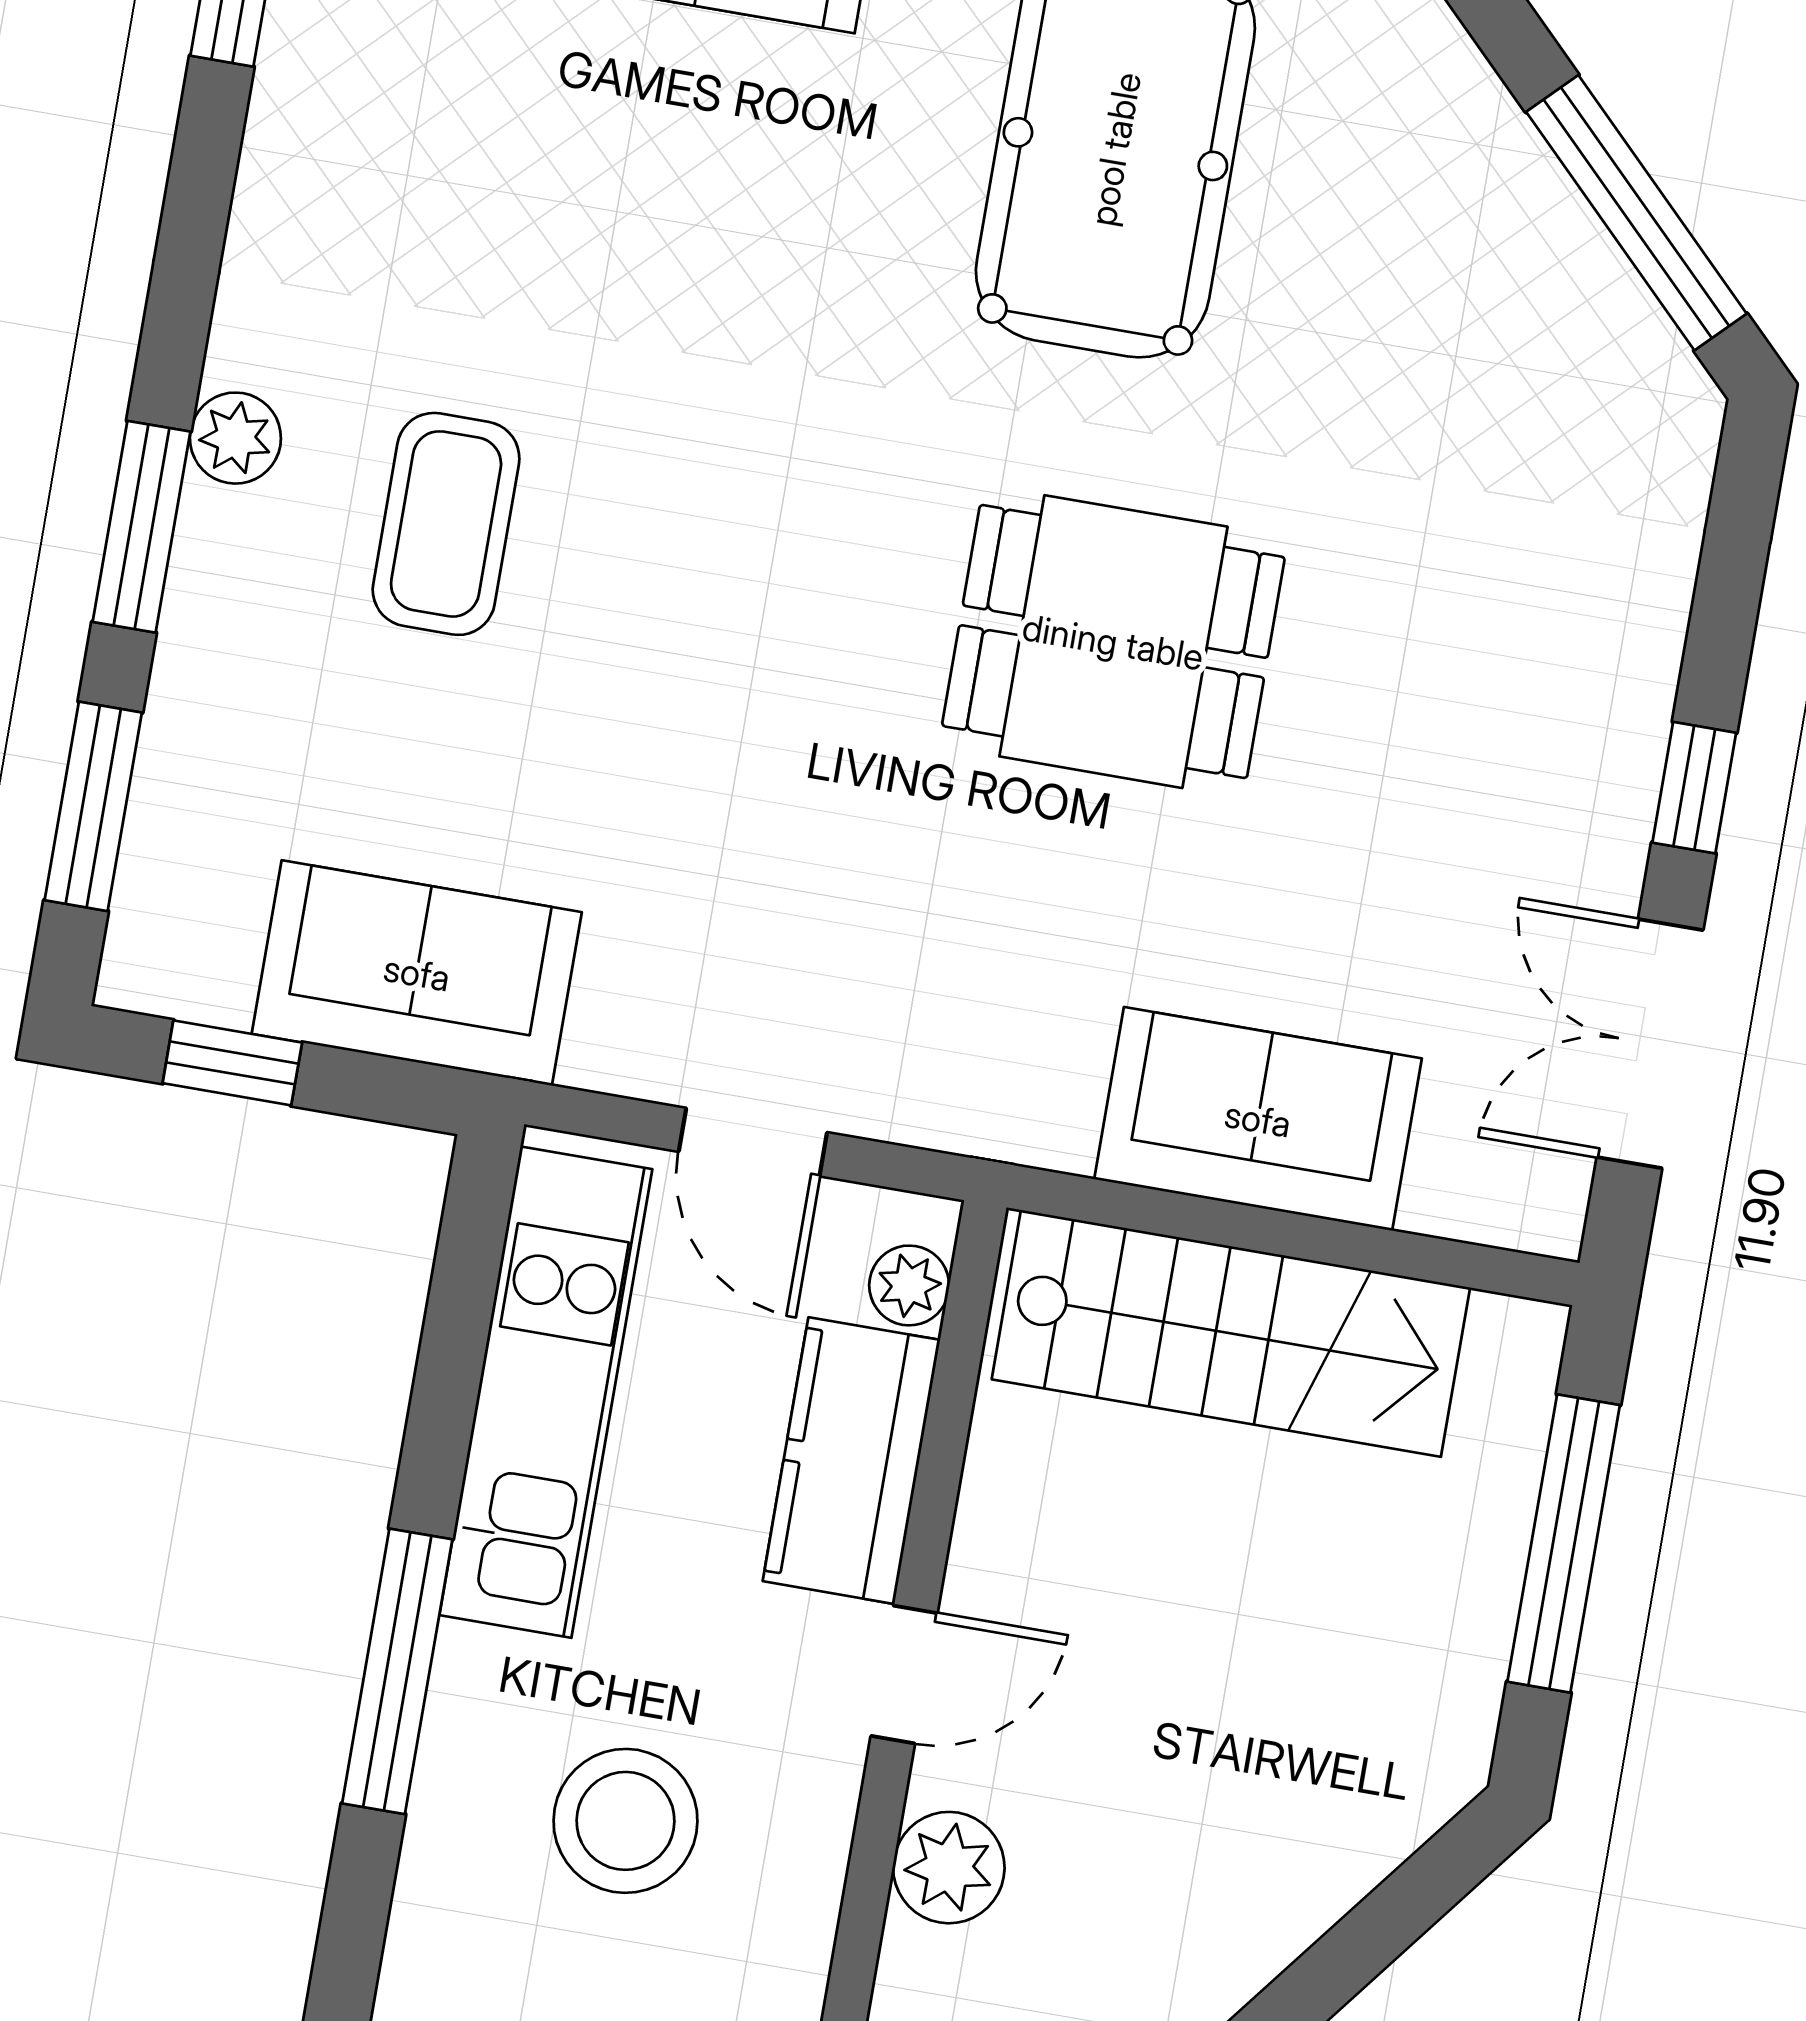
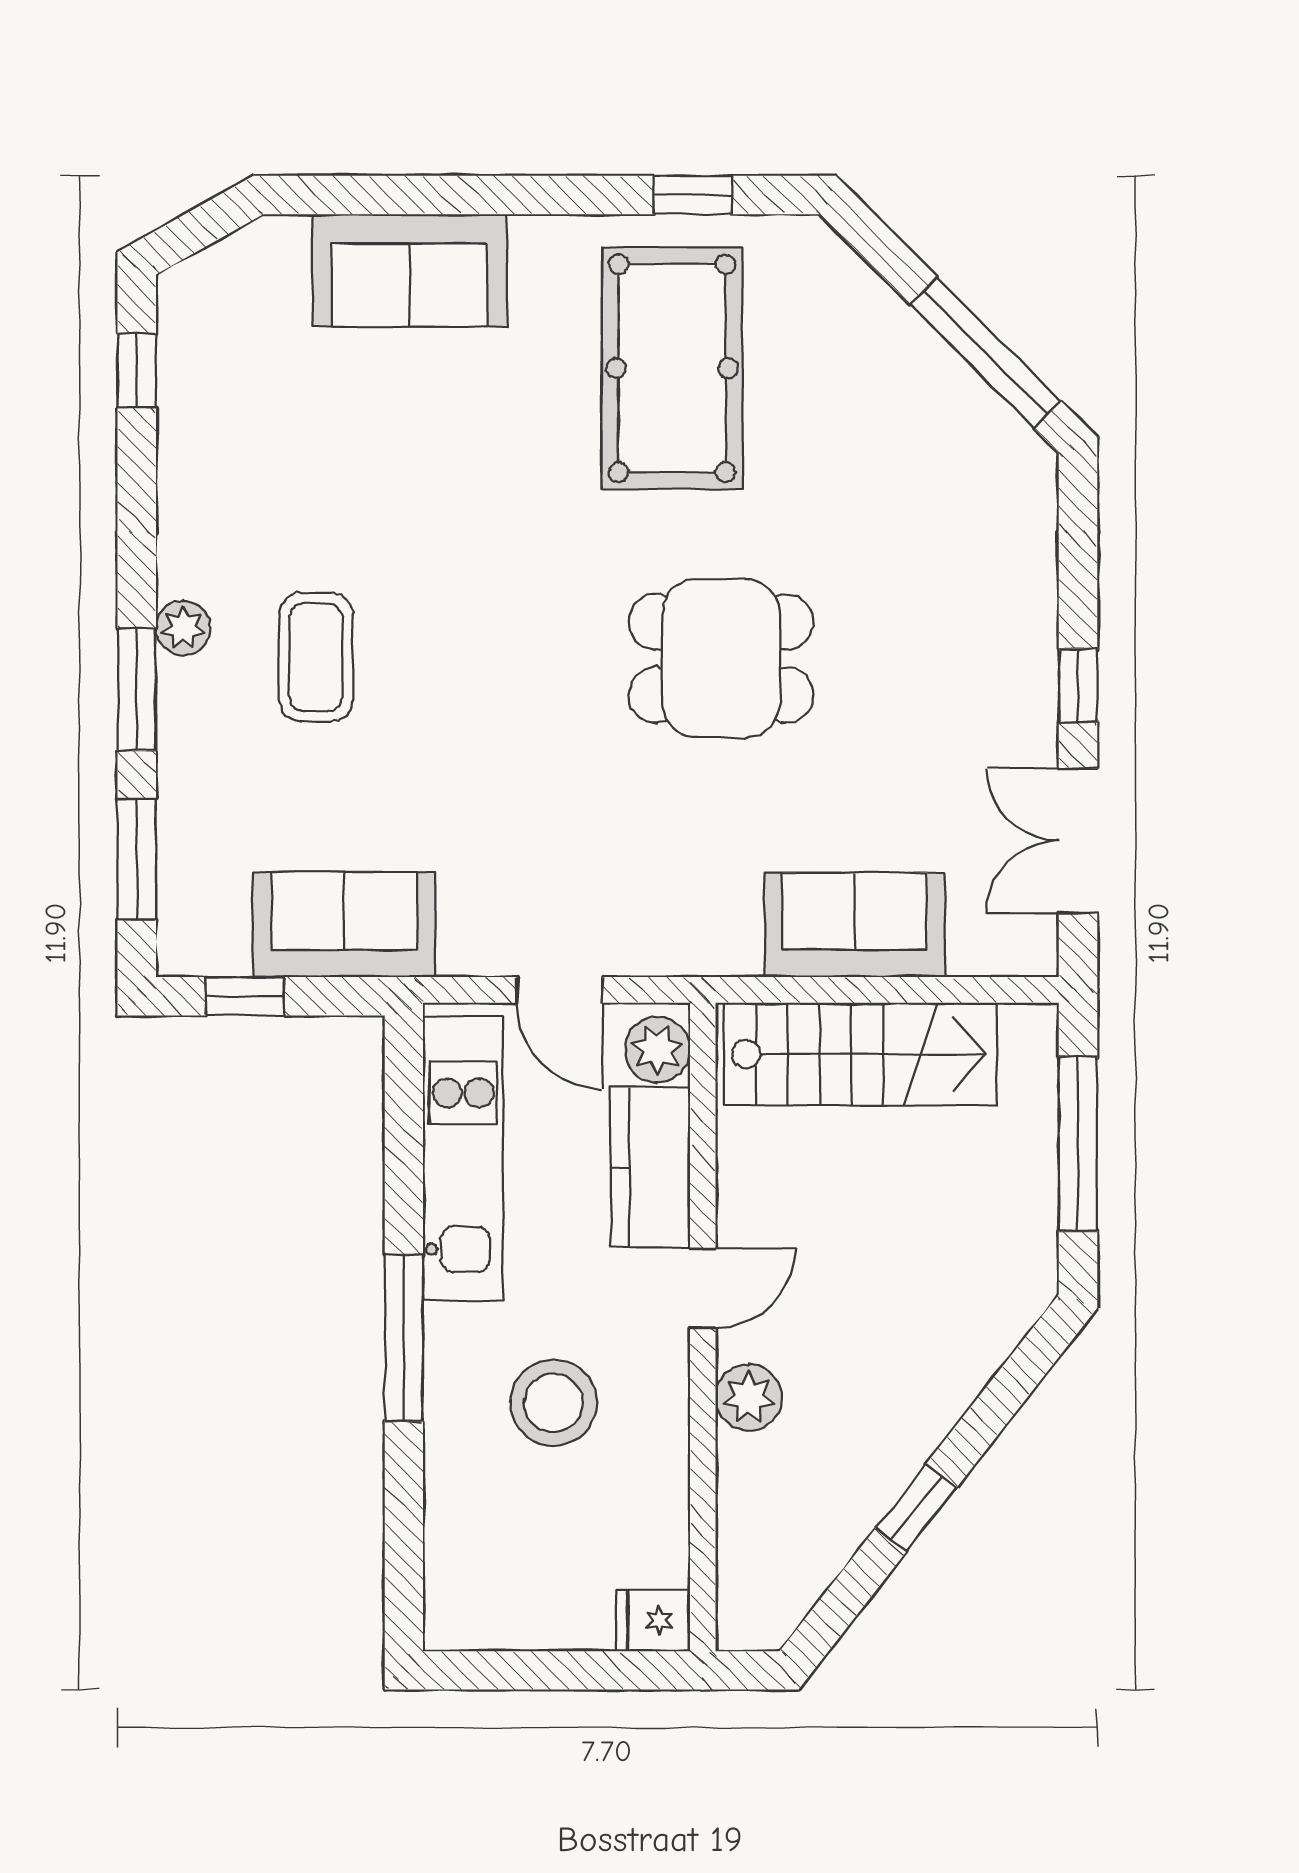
plant: (909, 1285) -> (657, 1050), width x1.38, depth x1.38

